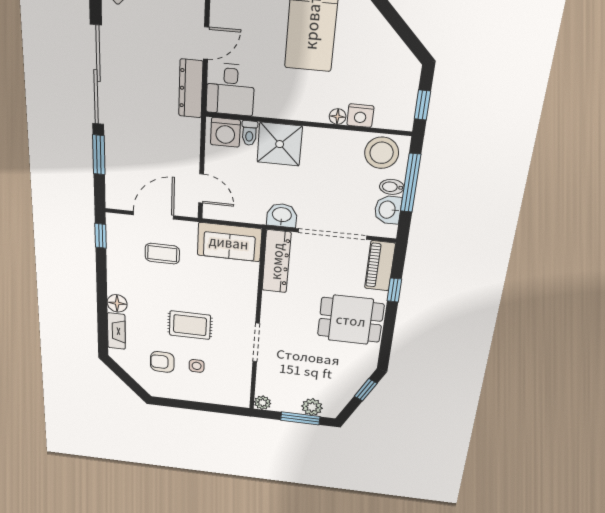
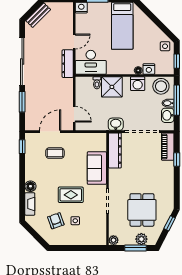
side table: (401, 71) -> (165, 46), added
desk: (230, 89) -> (91, 62), width x1.37
washing machine: (225, 132) -> (138, 84), moved
sofa: (229, 242) -> (97, 168), moved, turned 90
dining table: (351, 320) -> (142, 210), moved, turned 90
armchair: (162, 362) -> (56, 221), turned 71

